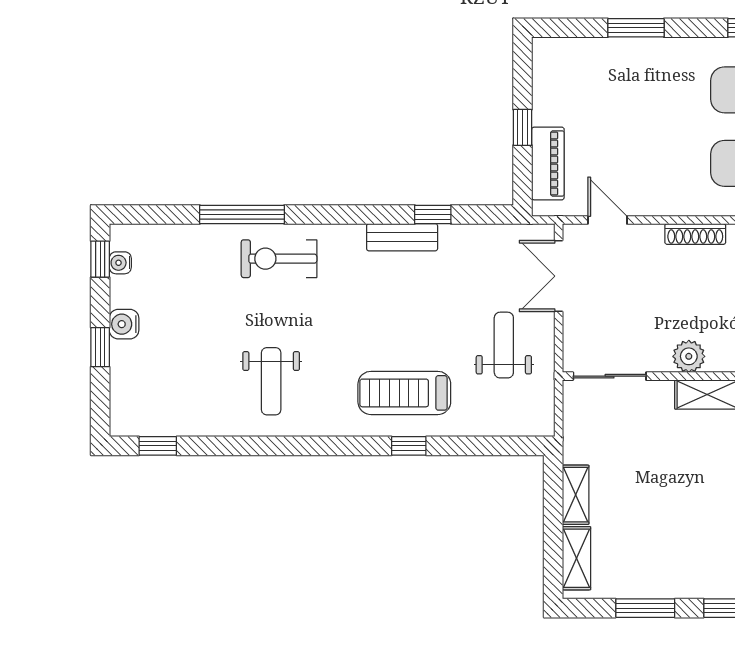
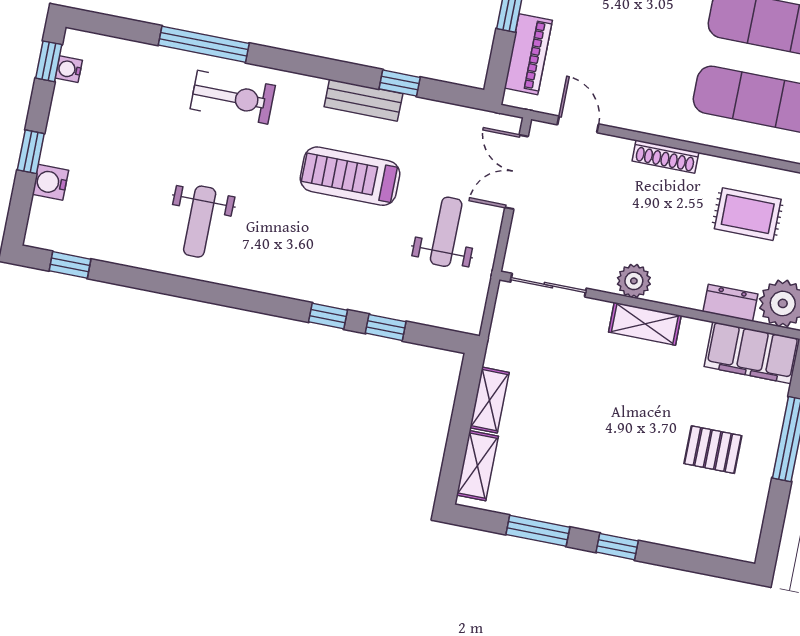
exercise bike: (279, 259) -> (233, 97), turned 180
water cooler: (124, 324) -> (50, 182), moved
treadmill: (404, 393) -> (350, 176), moved
window: (465, 446) -> (386, 327), added

